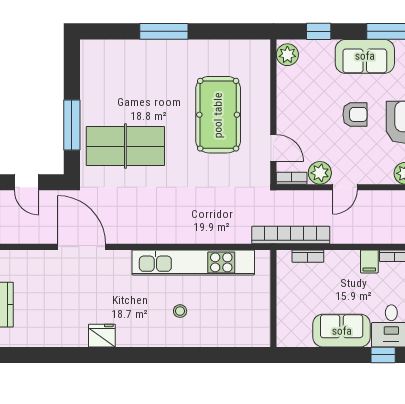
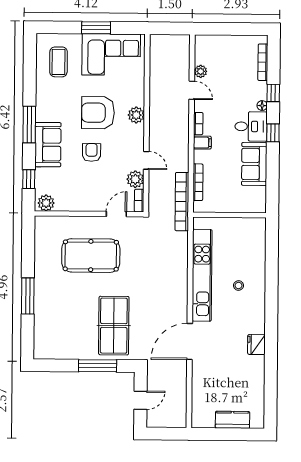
door: (82, 247) -> (190, 341), moved
bookcase: (308, 256) -> (198, 182), width x1.56

